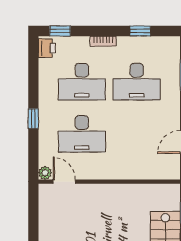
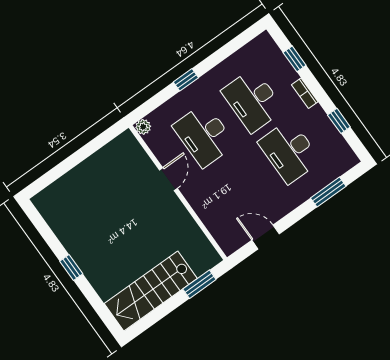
window: (60, 31) -> (295, 59), moved
printer: (47, 48) -> (261, 45), removed
door: (64, 182) -> (168, 179), moved

